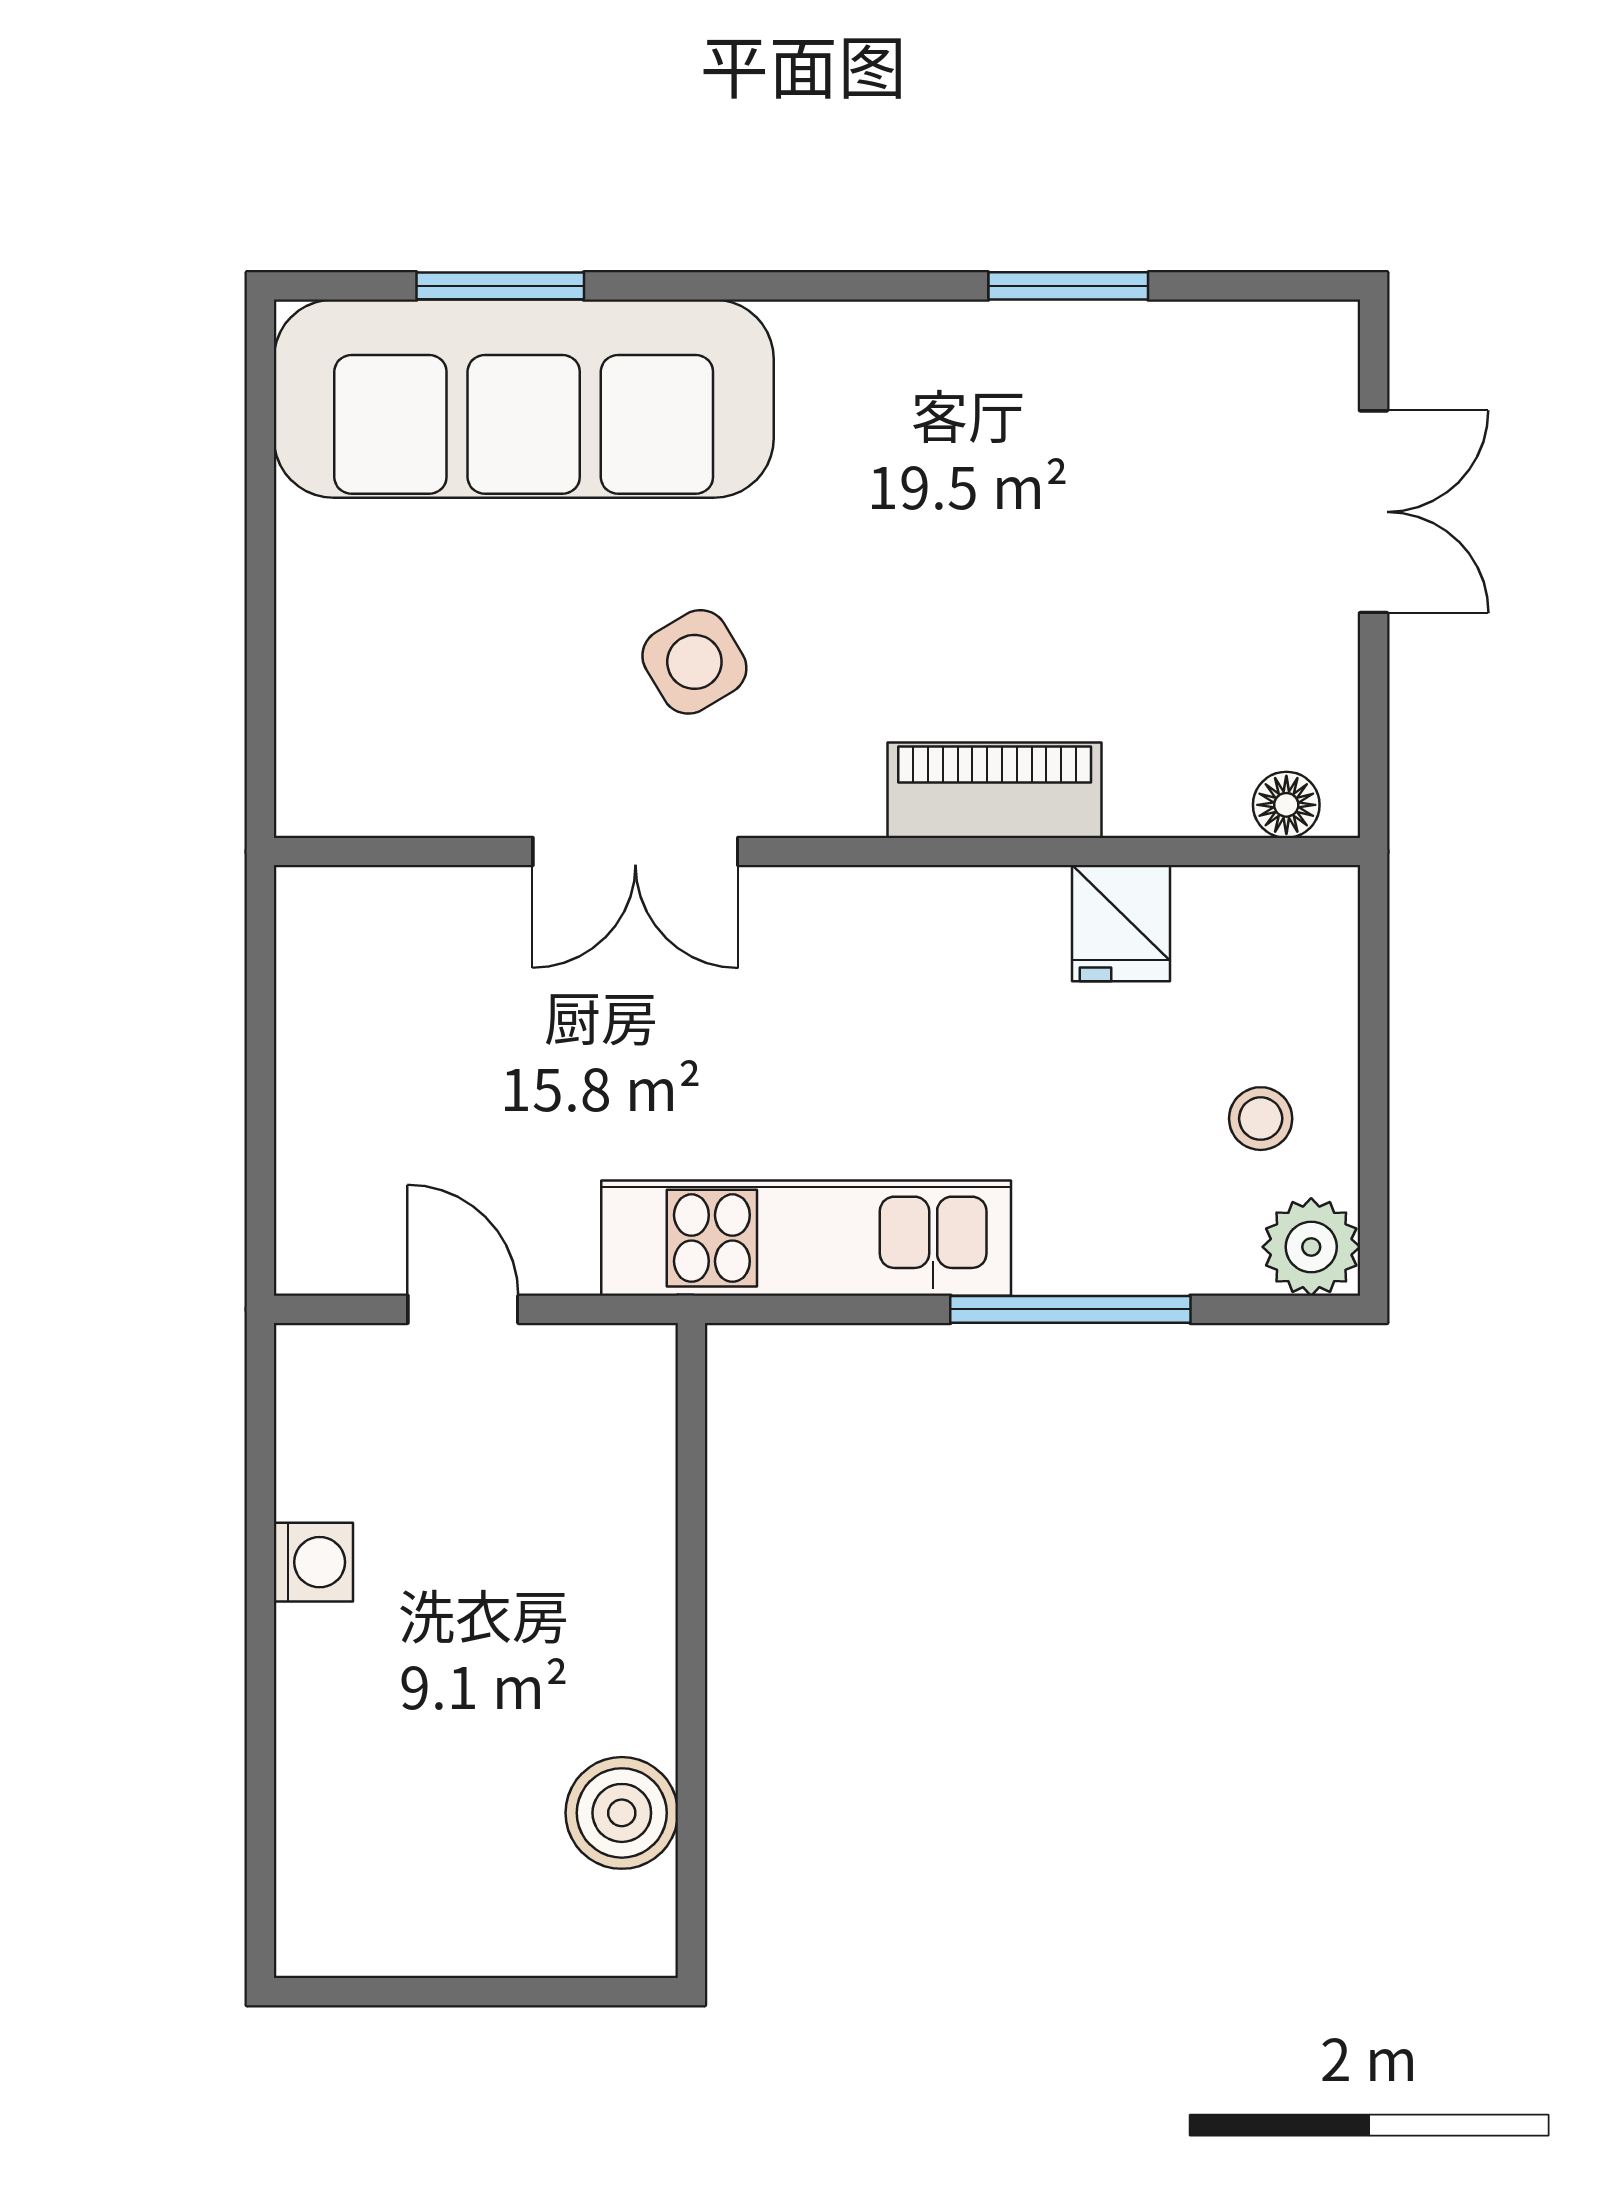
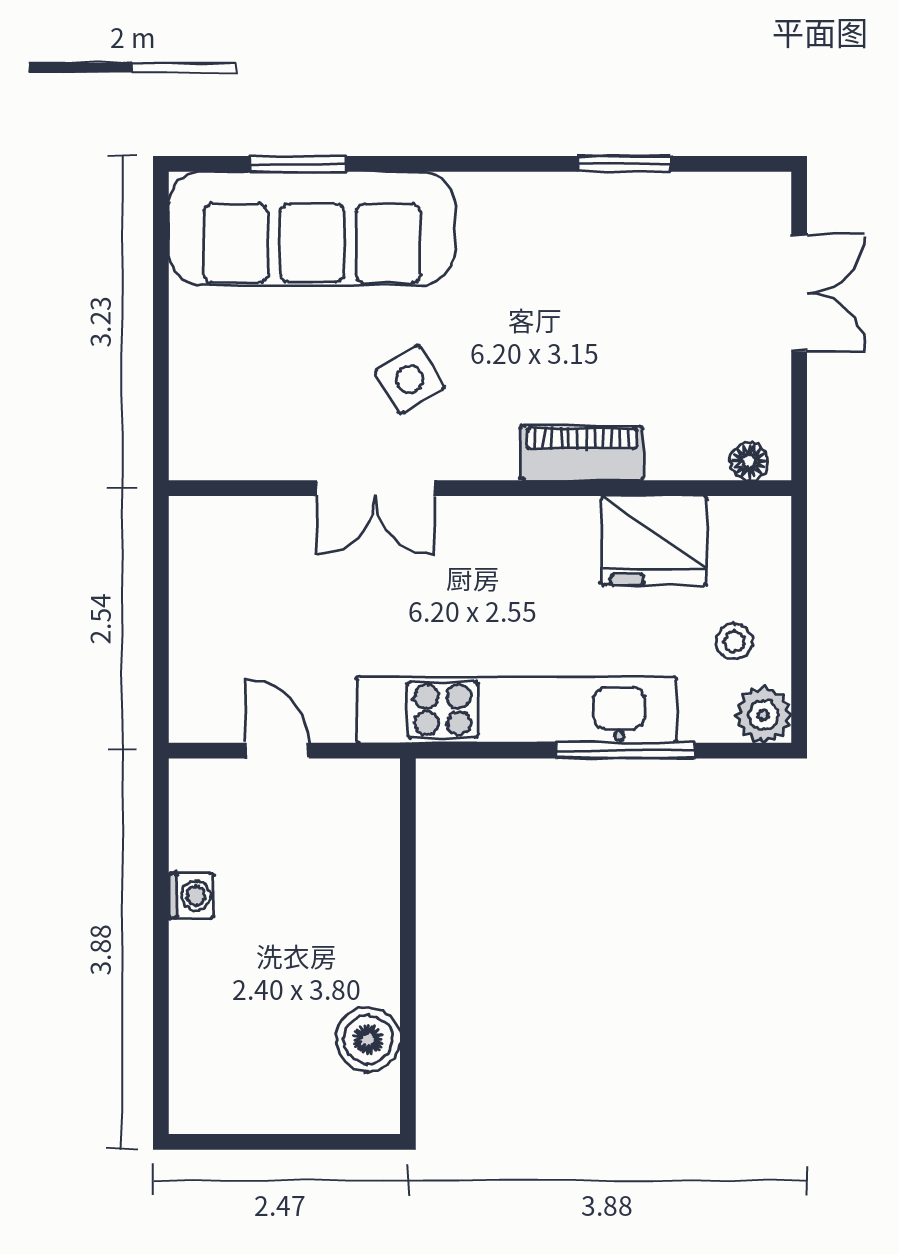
fridge: (1121, 923) -> (654, 541), width x1.88, depth x1.34
kitchen unit: (806, 1238) -> (516, 710), width x1.36

